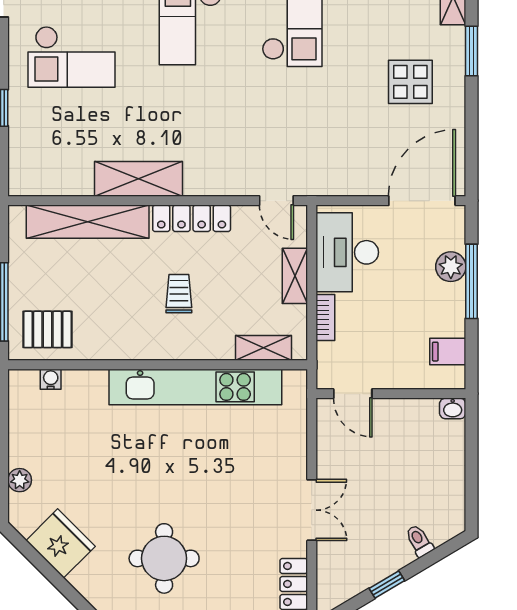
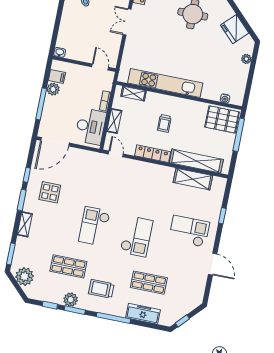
window: (471, 111) -> (27, 175), added
shelving: (139, 179) -> (193, 179), moved
plant: (451, 267) -> (53, 89), moved
pallet: (47, 329) -> (222, 119), width x1.50, depth x1.42

